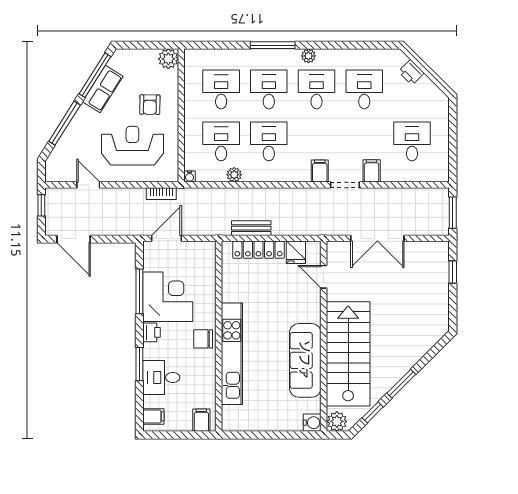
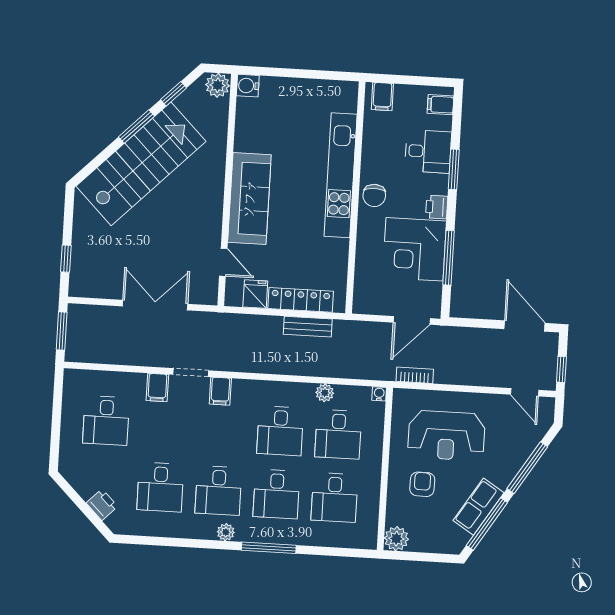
door: (88, 185) -> (525, 392), moved
chair: (203, 339) -> (374, 195), turned 90
stairs: (348, 354) -> (141, 164), moved, turned -135
sofa: (305, 360) -> (249, 199), moved

